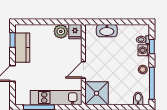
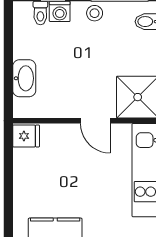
plant: (61, 31) -> (26, 162), removed

